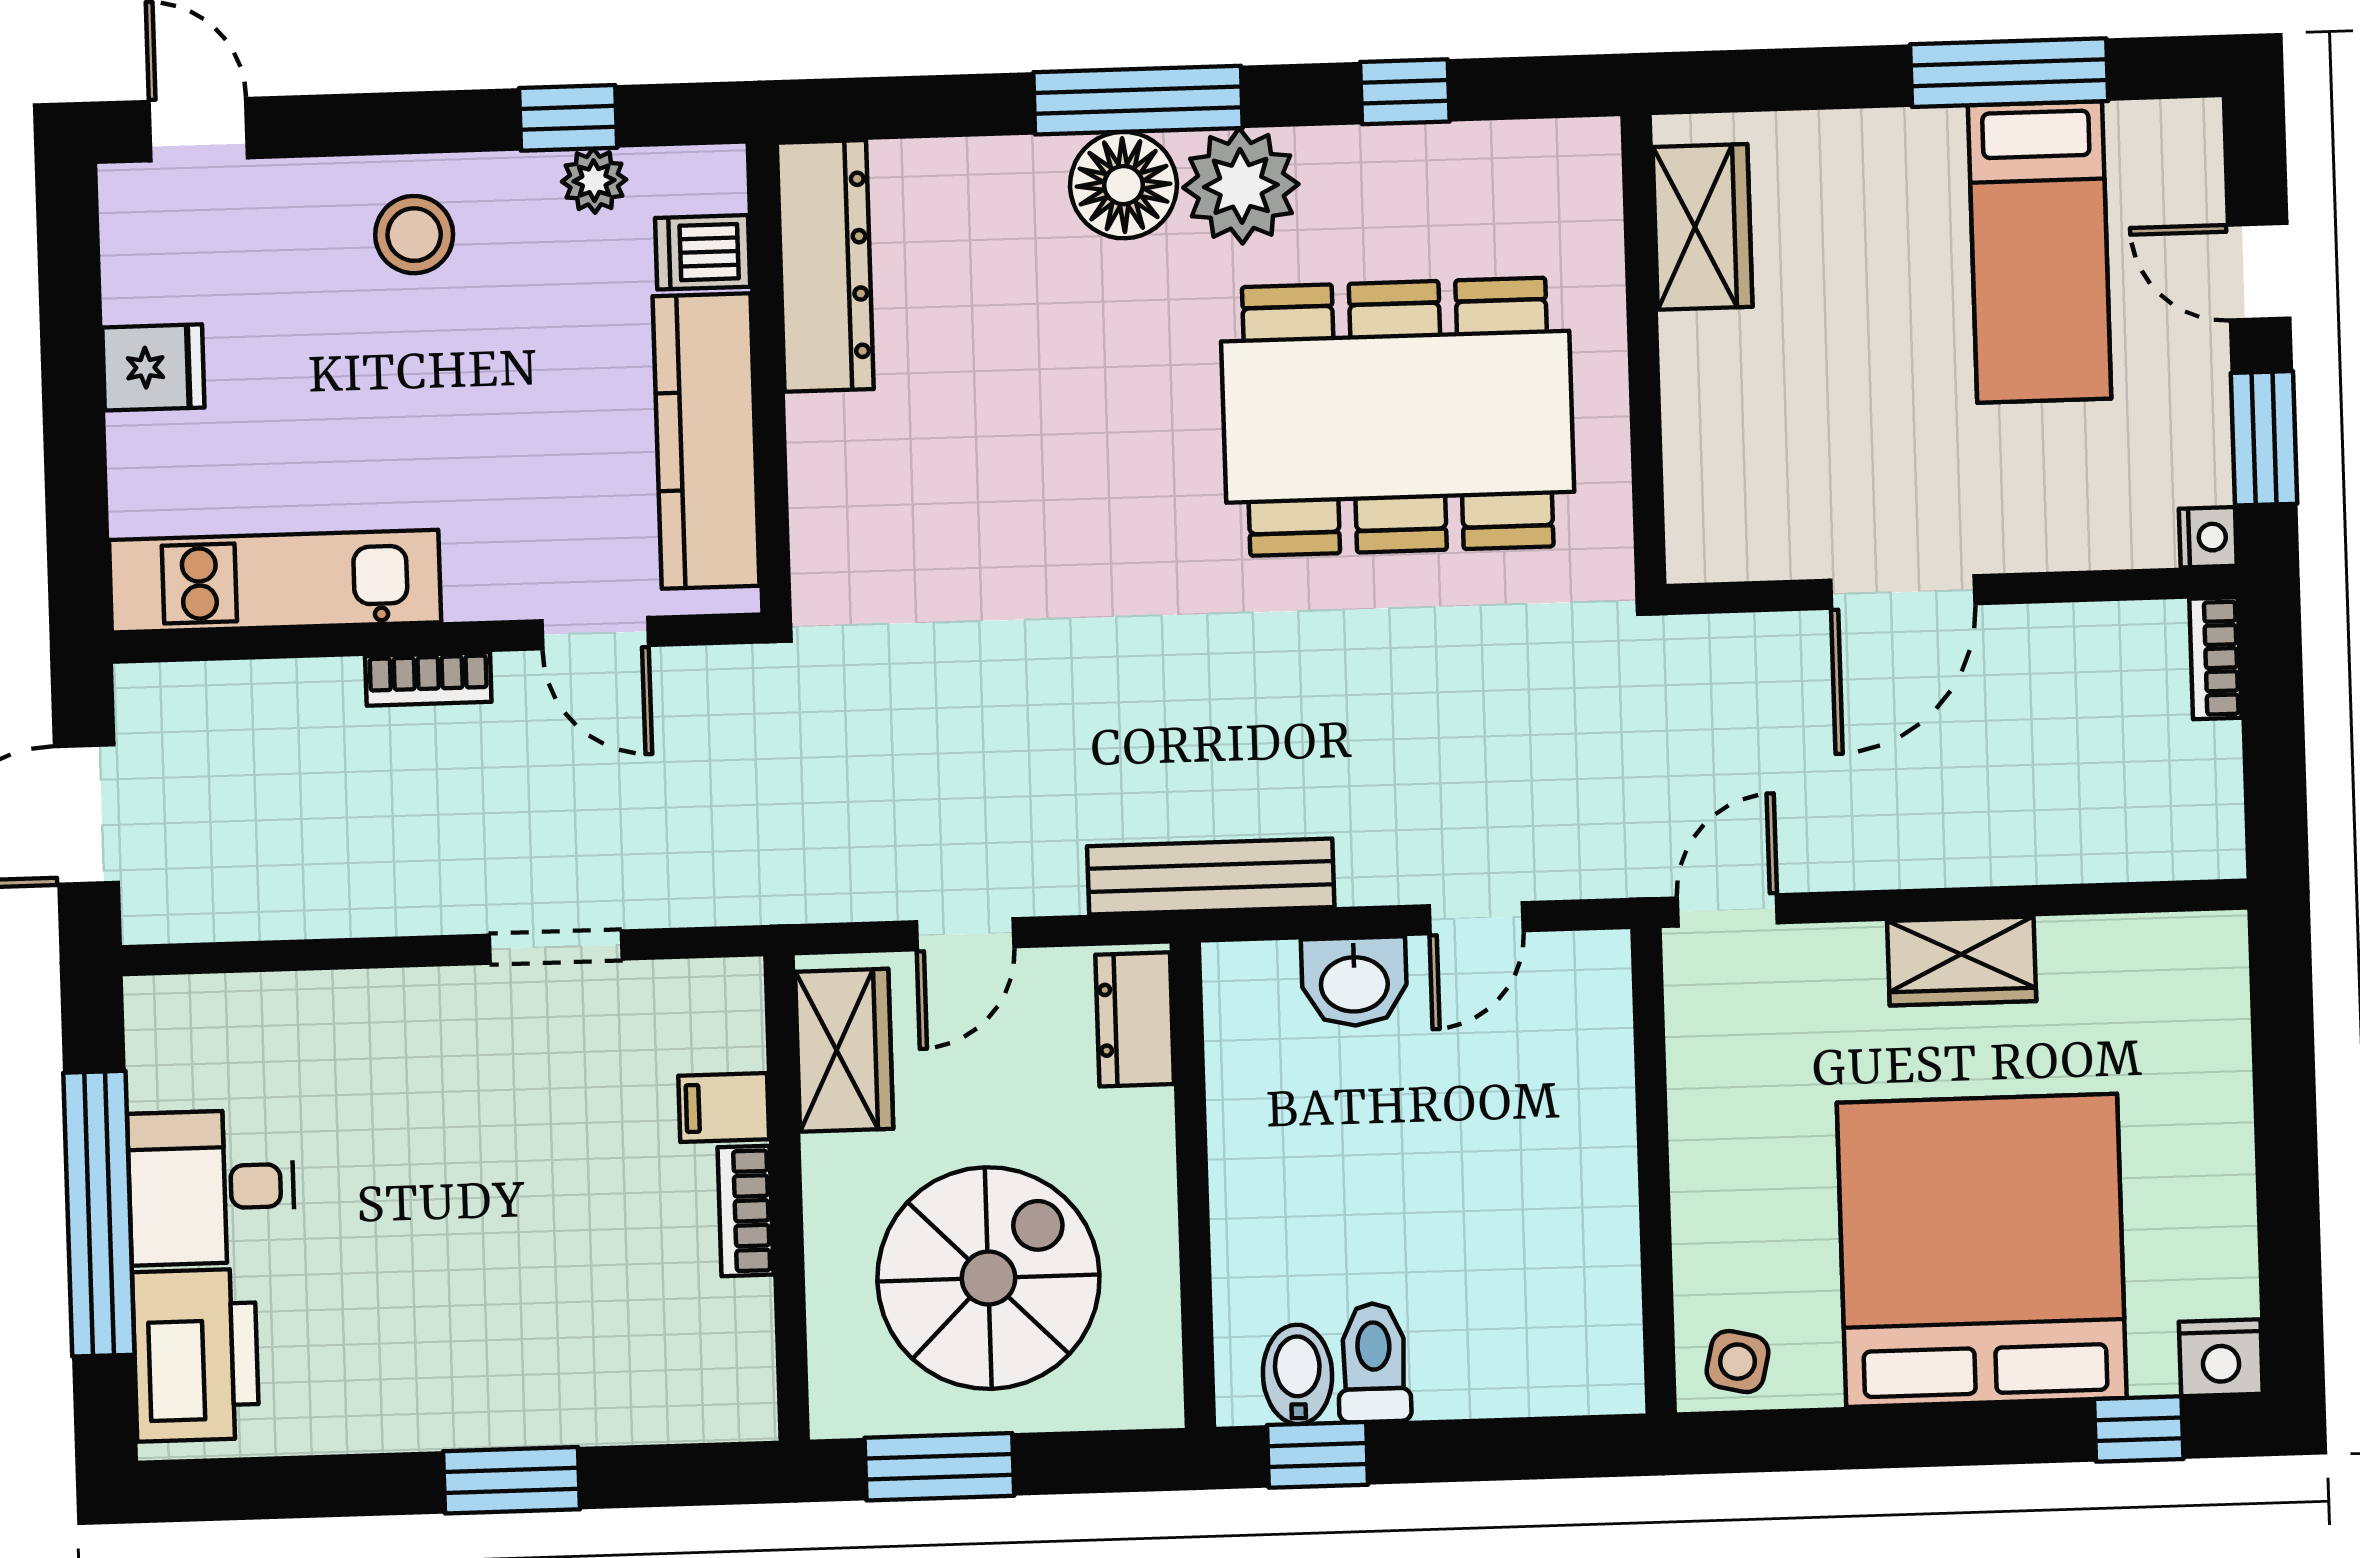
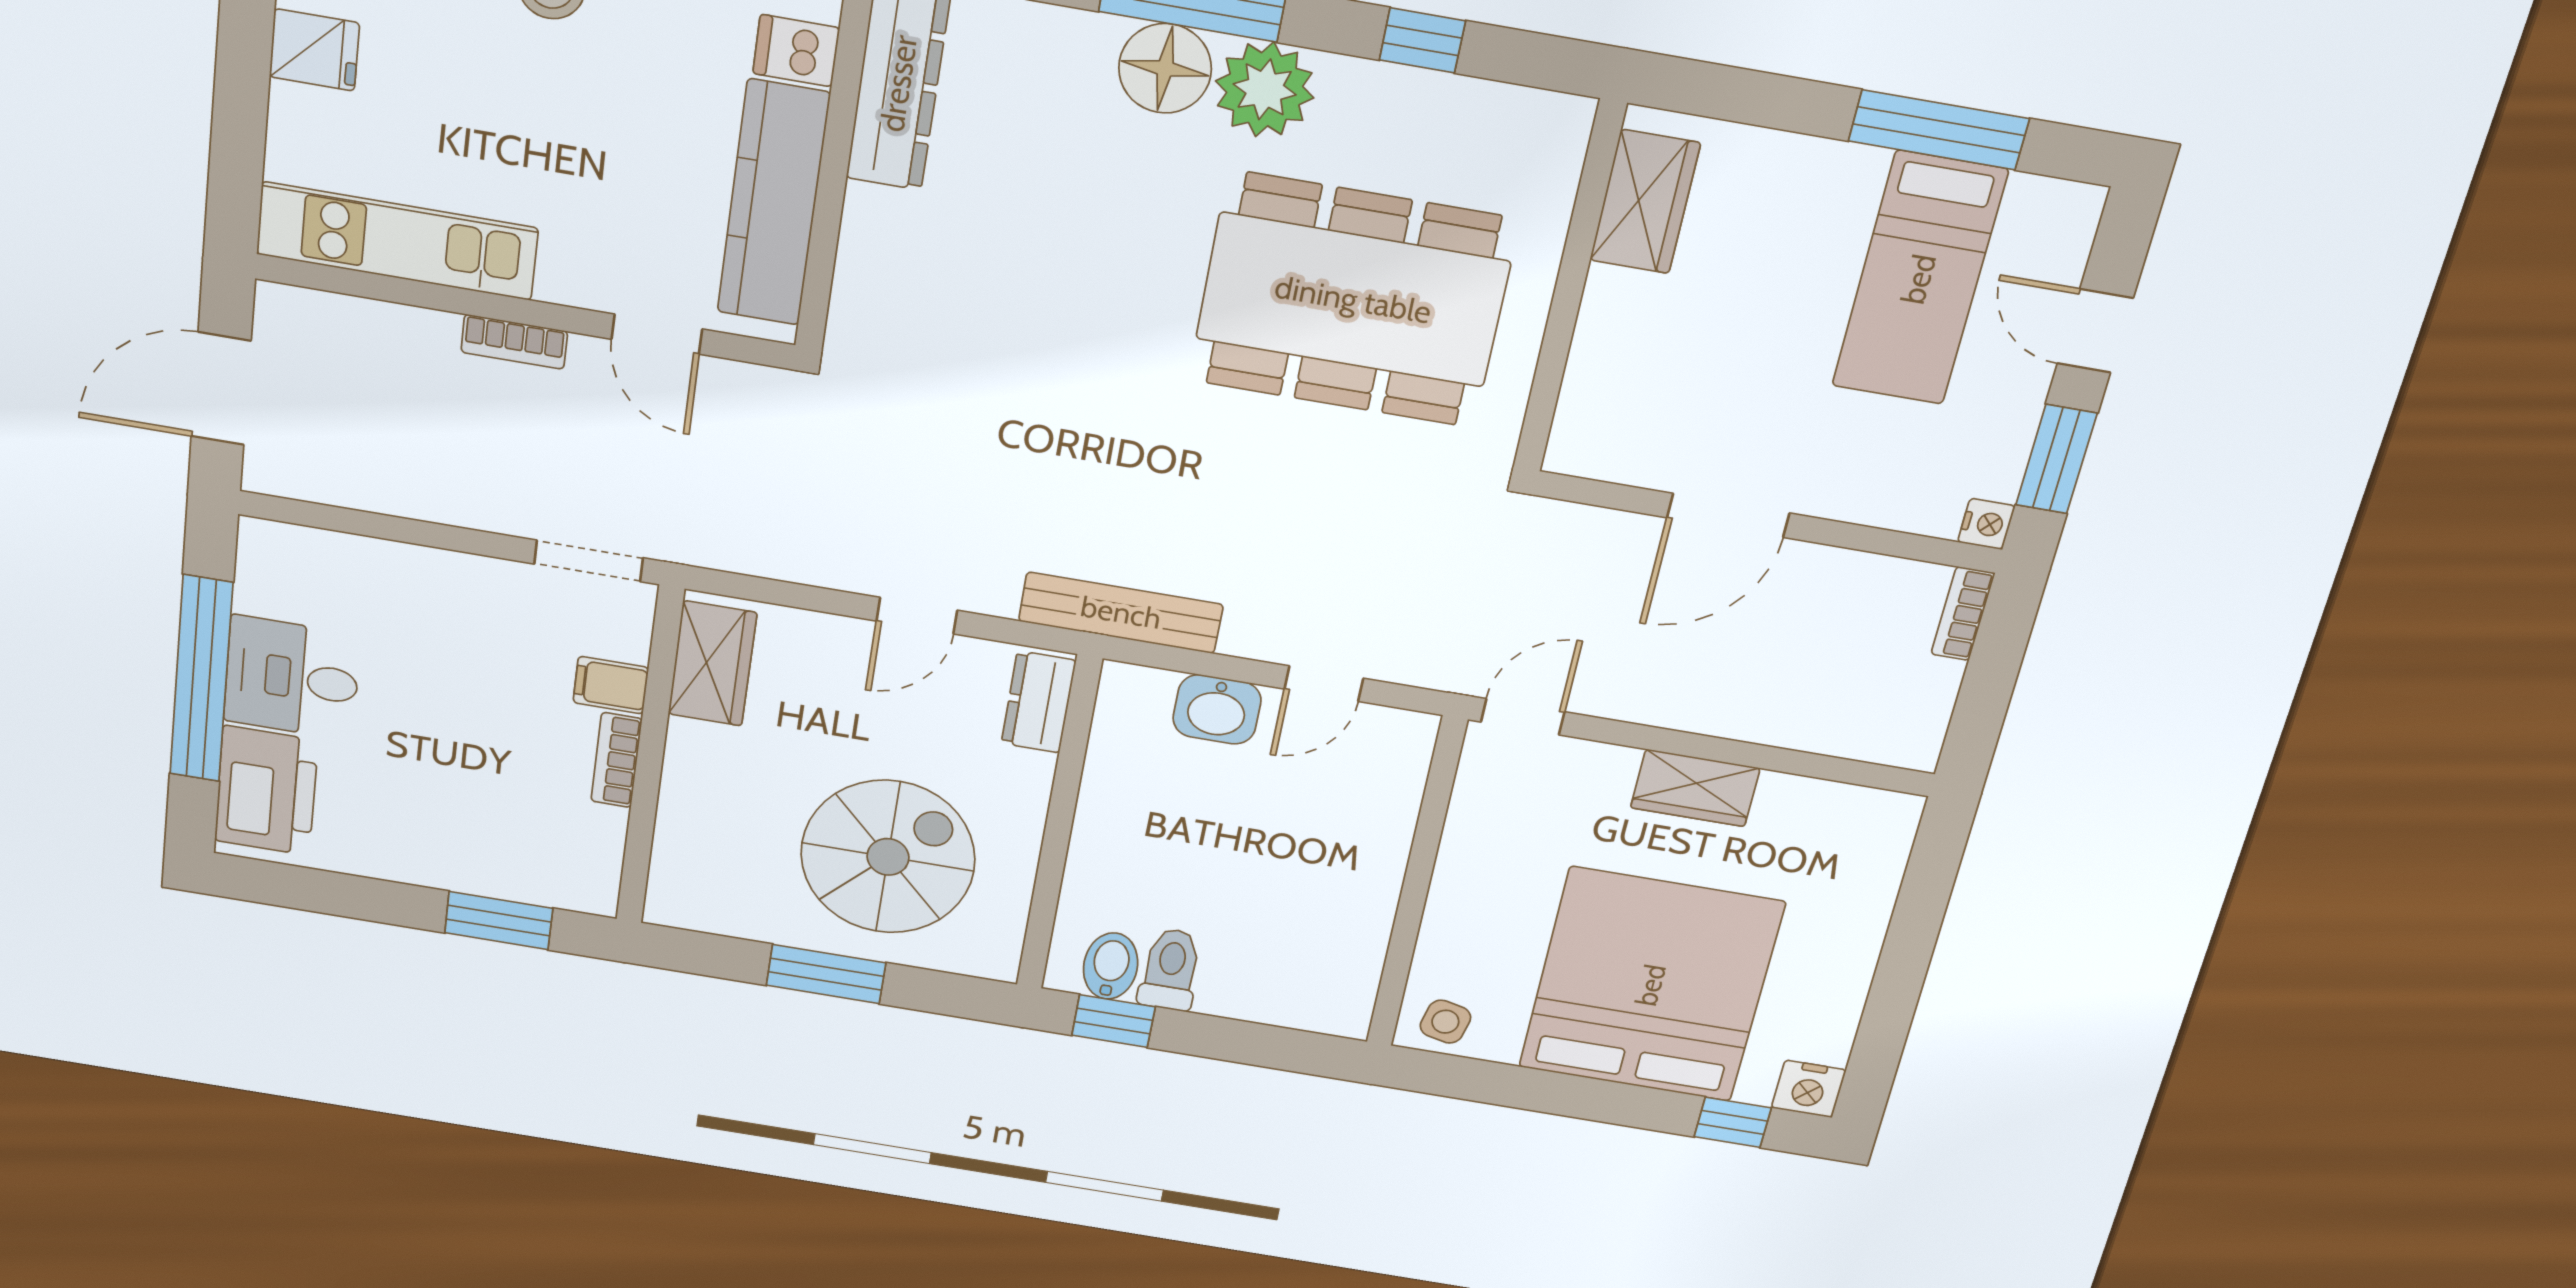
wardrobe: (844, 1050) -> (712, 663), moved
filing cabinet: (724, 1107) -> (611, 685), moved
wall: (787, 1198) -> (650, 757), moved
bookcase: (745, 1211) -> (616, 760), moved

